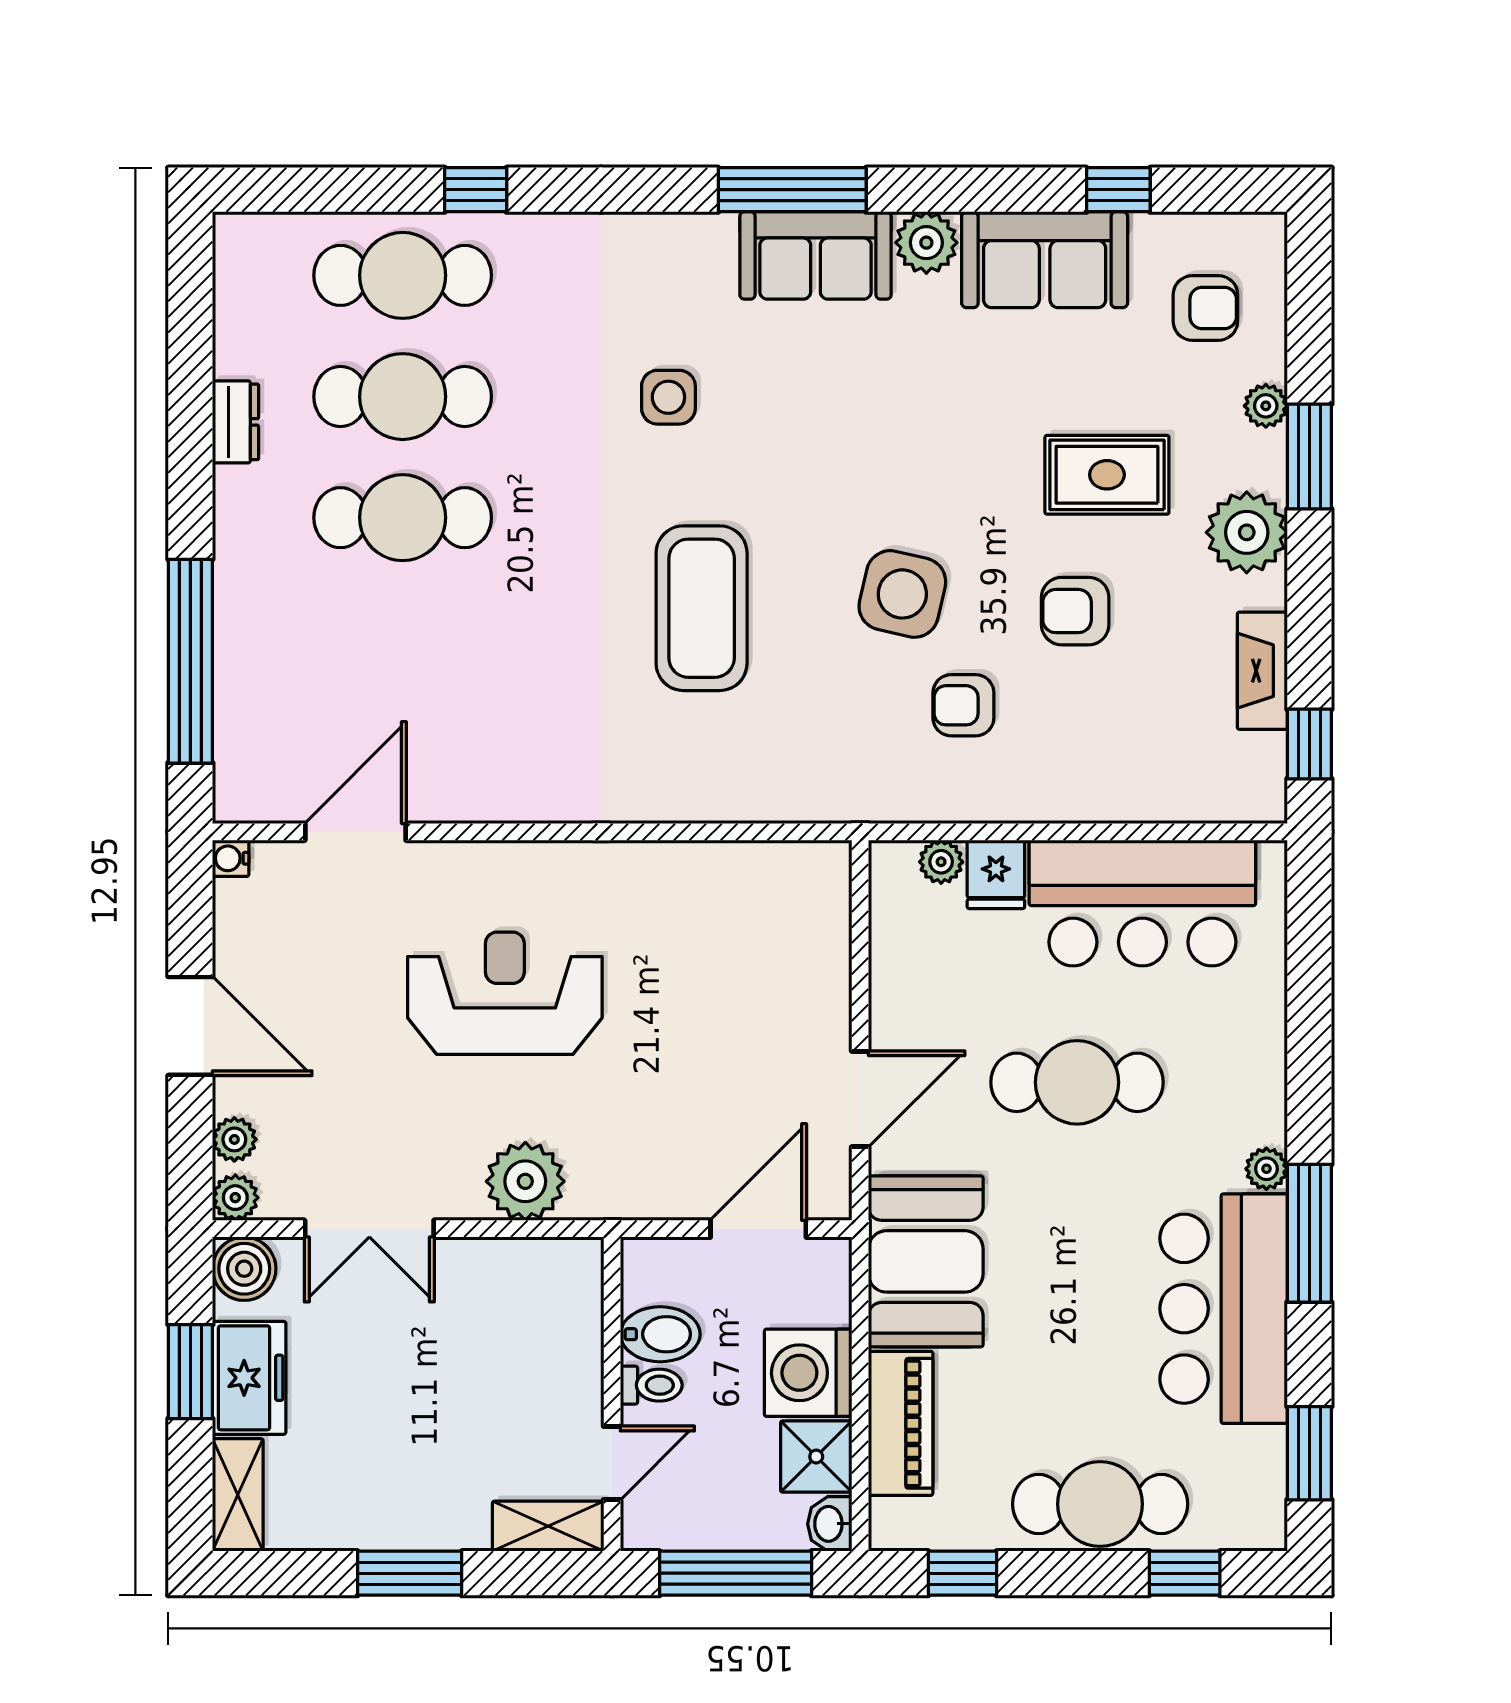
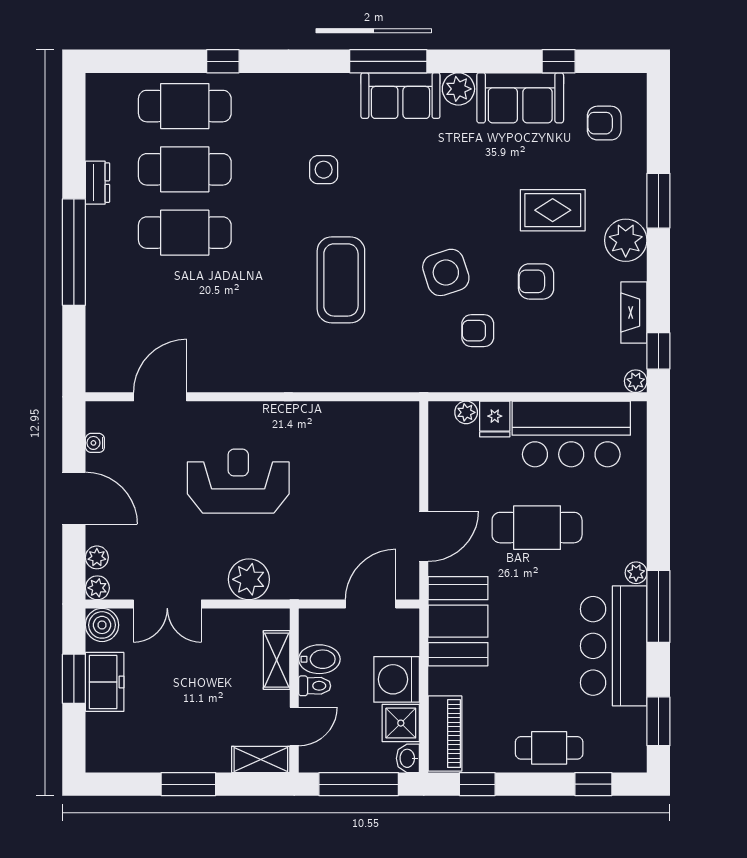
armchair: (1205, 308) -> (604, 123), turned 180
plant: (1266, 406) -> (636, 381), moved
side table: (902, 594) -> (446, 272), turned -31
window: (190, 661) -> (74, 252), moved
water cooler: (231, 858) -> (95, 443), moved
piano: (901, 1423) -> (445, 734), moved
shelving: (238, 1495) -> (277, 660), moved
cafe table: (1100, 1504) -> (549, 748), width x0.73, depth x0.74

